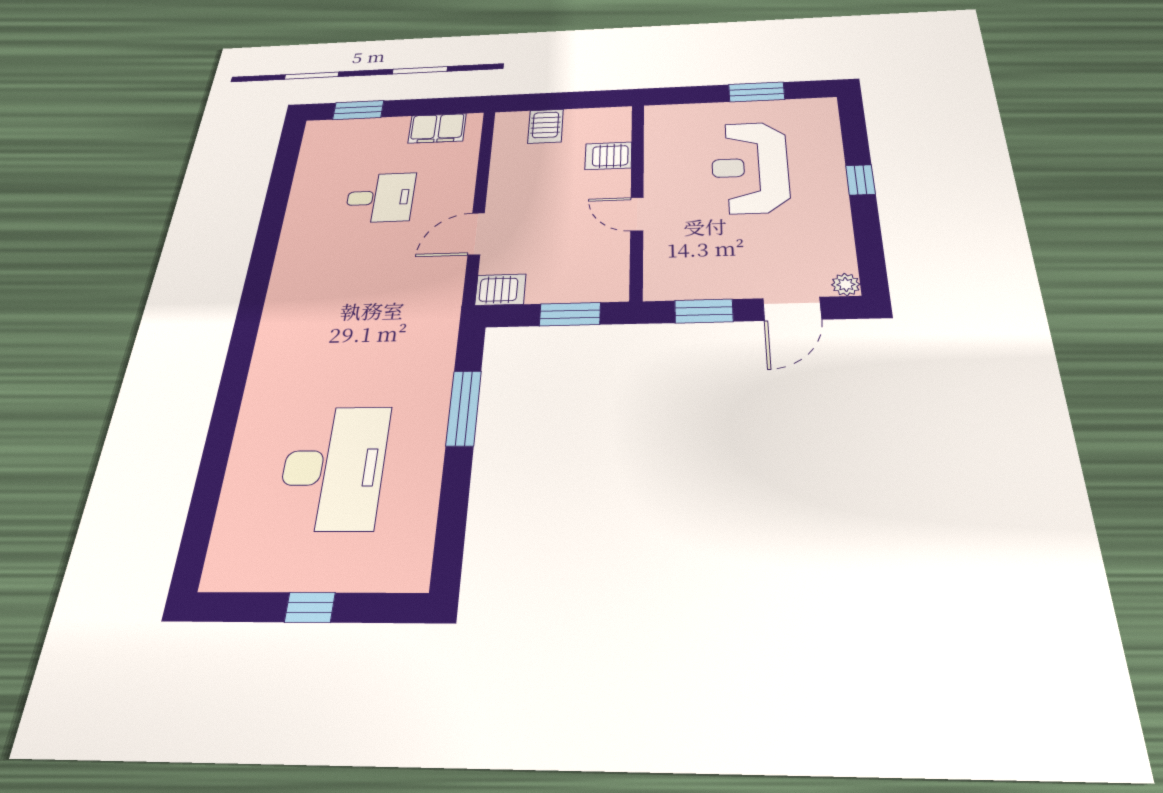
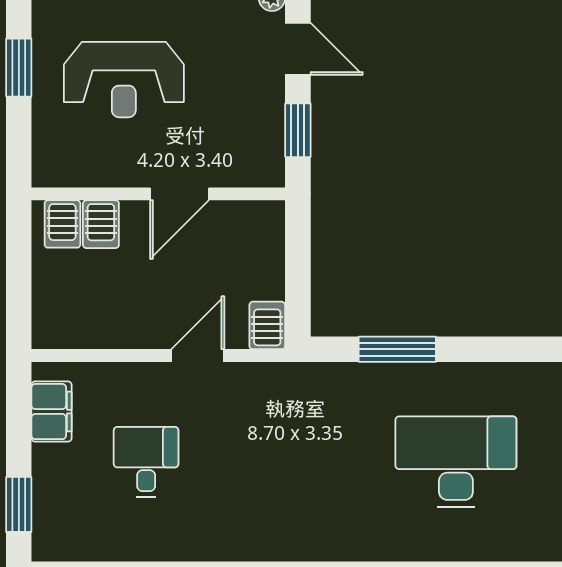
server rack: (545, 126) -> (62, 224), moved, turned 90
door: (637, 214) -> (179, 194), width x1.37
door: (476, 234) -> (198, 356), swing flipped
window: (570, 314) -> (298, 256), removed

